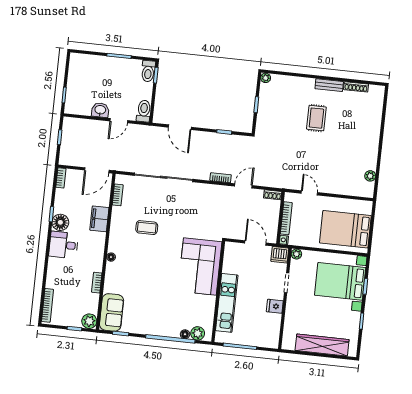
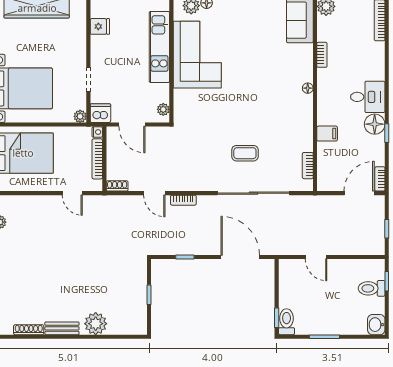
plant: (266, 78) -> (96, 324), moved, width x1.88, depth x1.88
washbasin: (100, 110) -> (376, 325), moved, turned 90
toilet: (144, 111) -> (372, 288), moved, turned 90
rug: (316, 118) -> (73, 286), removed
door: (119, 121) -> (316, 257), swing flipped
door: (180, 127) -> (240, 257), width x1.36
door: (97, 170) -> (359, 193), moved
door: (243, 186) -> (154, 193), hinge flipped
filing cabinet: (99, 219) -> (327, 134), width x0.50
coffee table: (147, 228) -> (245, 153), moved
plant: (229, 252) -> (163, 109), added
corner sofa: (200, 267) -> (197, 55), moved
fridge: (275, 306) -> (100, 26), moved

